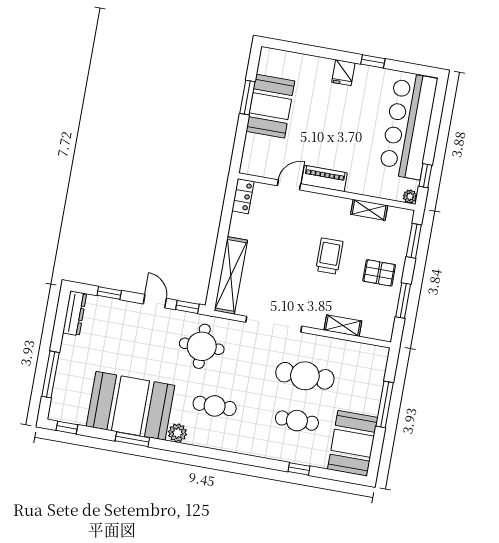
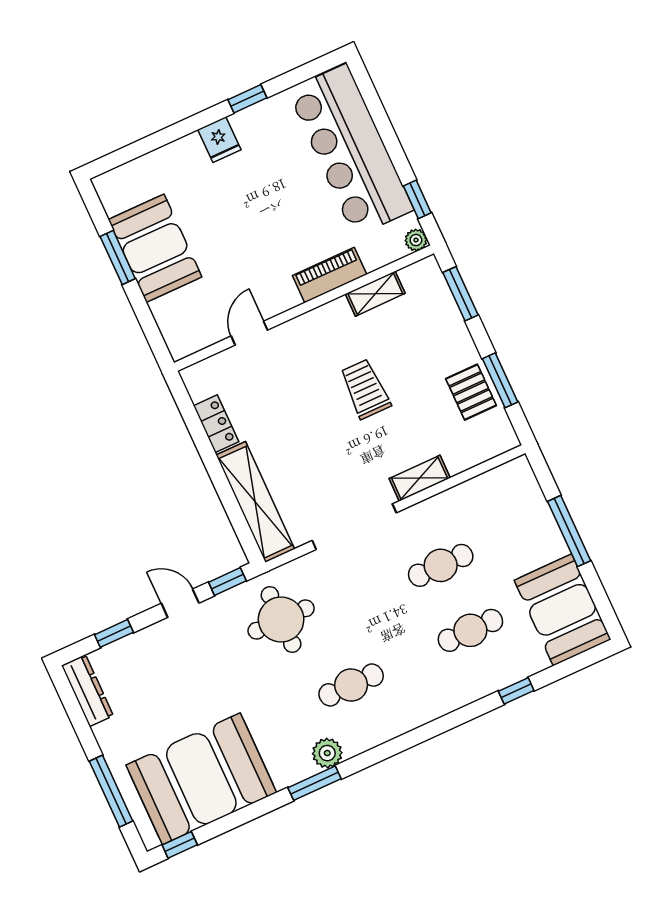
piano: (324, 178) -> (330, 275), moved
locker: (243, 196) -> (216, 424), moved
pallet: (379, 273) -> (471, 392), moved, turned 90
shelving: (343, 326) -> (420, 478), moved
cafe table: (305, 376) -> (441, 565), width x0.73, depth x0.74
booth: (131, 406) -> (201, 779), moved
window: (132, 439) -> (315, 783), moved

